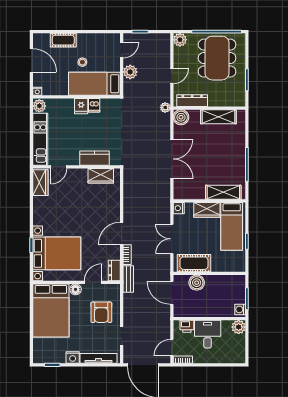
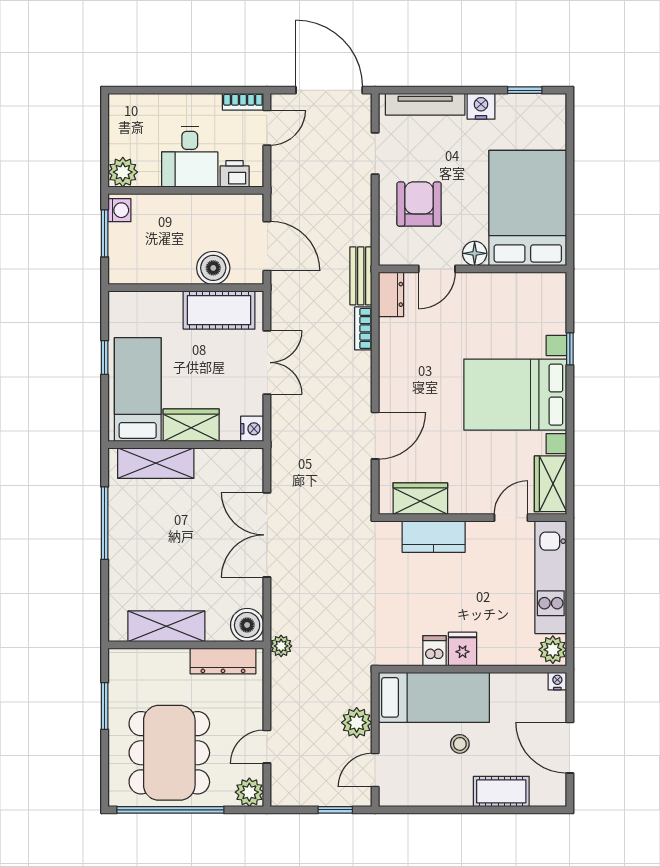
door: (172, 76) -> (267, 747), moved
door: (122, 233) -> (375, 436), moved
bed with nightstands: (57, 253) -> (515, 395), moved

